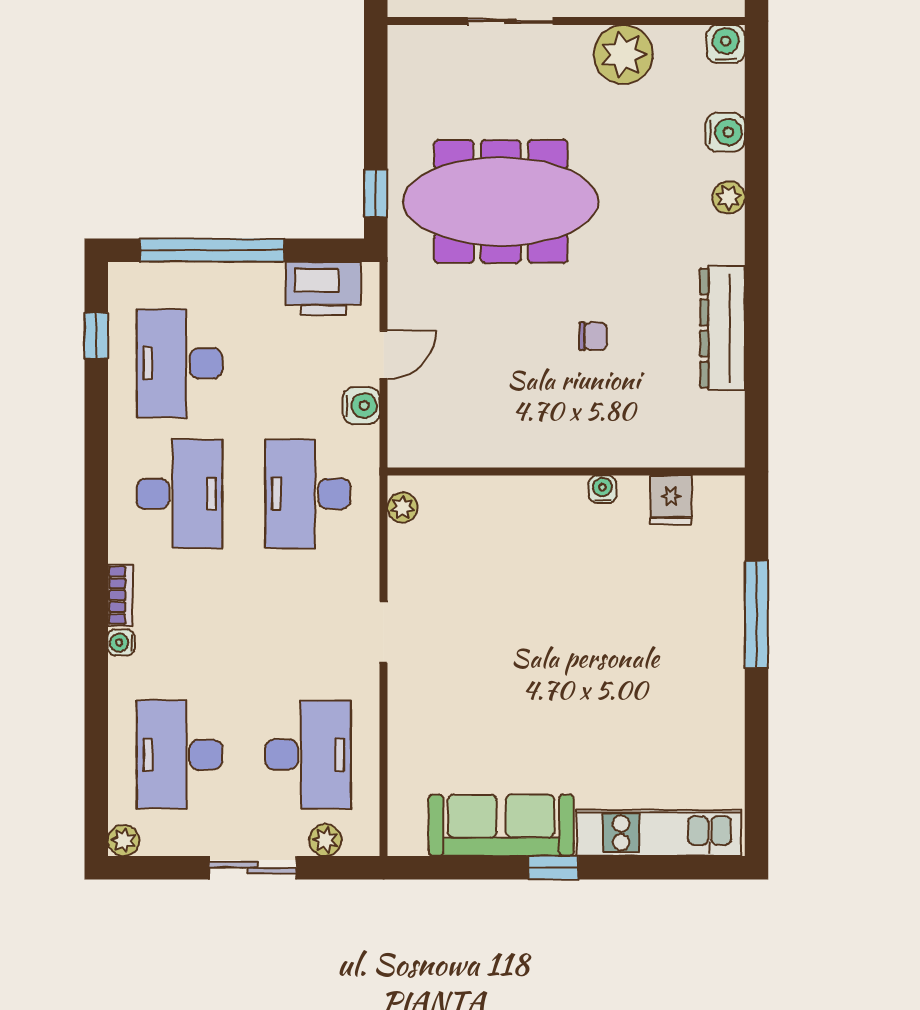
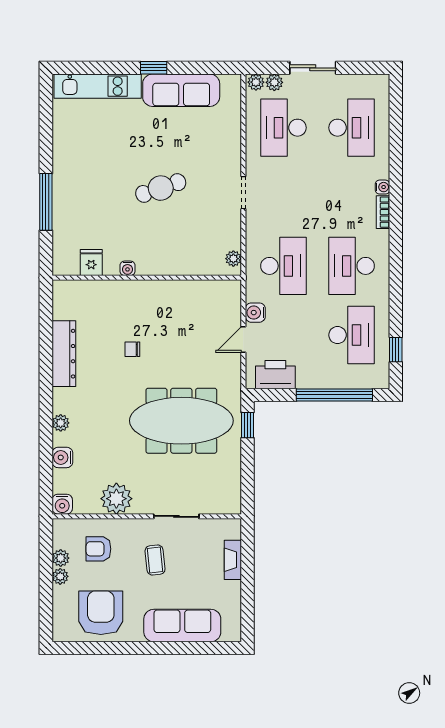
cafe table: (540, 641) -> (161, 188), added
plant: (123, 840) -> (256, 82), moved

